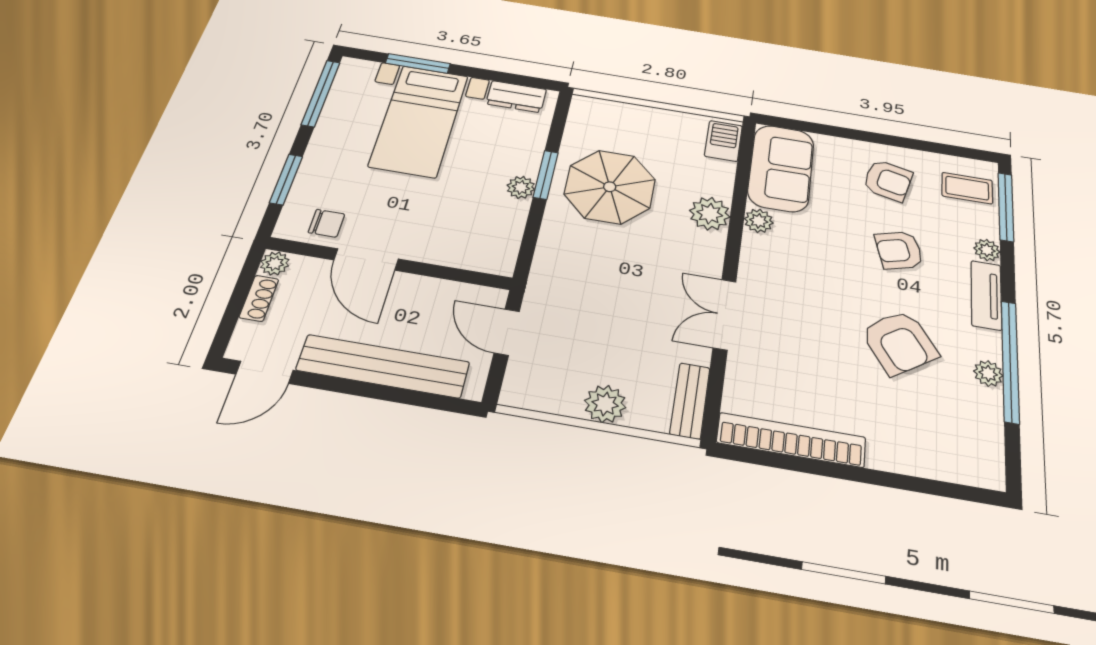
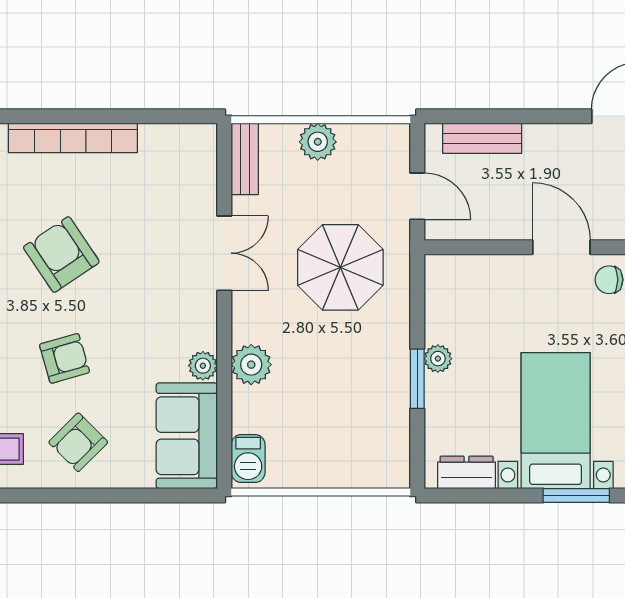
armchair: (888, 180) -> (78, 442), turned -59
parasol: (610, 187) -> (340, 267), moved
bench: (383, 366) -> (482, 138), width x0.54, depth x0.82
bookcase: (791, 440) -> (73, 138), moved

